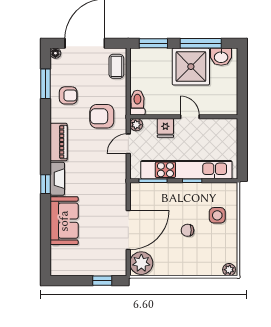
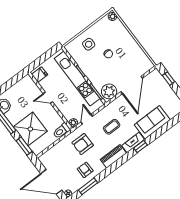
coffee table: (116, 66) -> (112, 127), moved
shower: (191, 67) -> (30, 129), moved
armchair: (102, 116) -> (83, 144), turned 90
door: (190, 117) -> (48, 98), hinge flipped
fridge: (165, 128) -> (40, 75), moved
door: (128, 144) -> (87, 119), swing flipped
door: (128, 230) -> (132, 85), swing flipped
plant: (141, 263) -> (109, 91), moved

